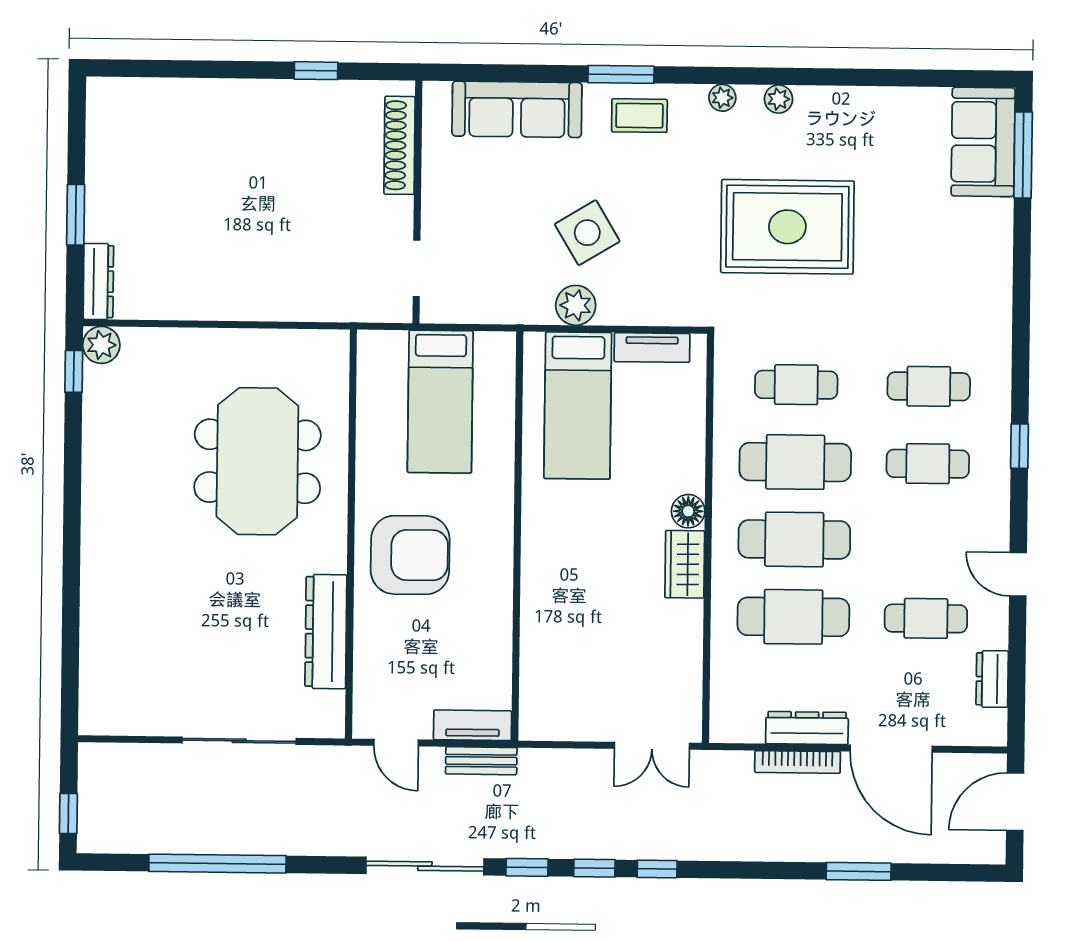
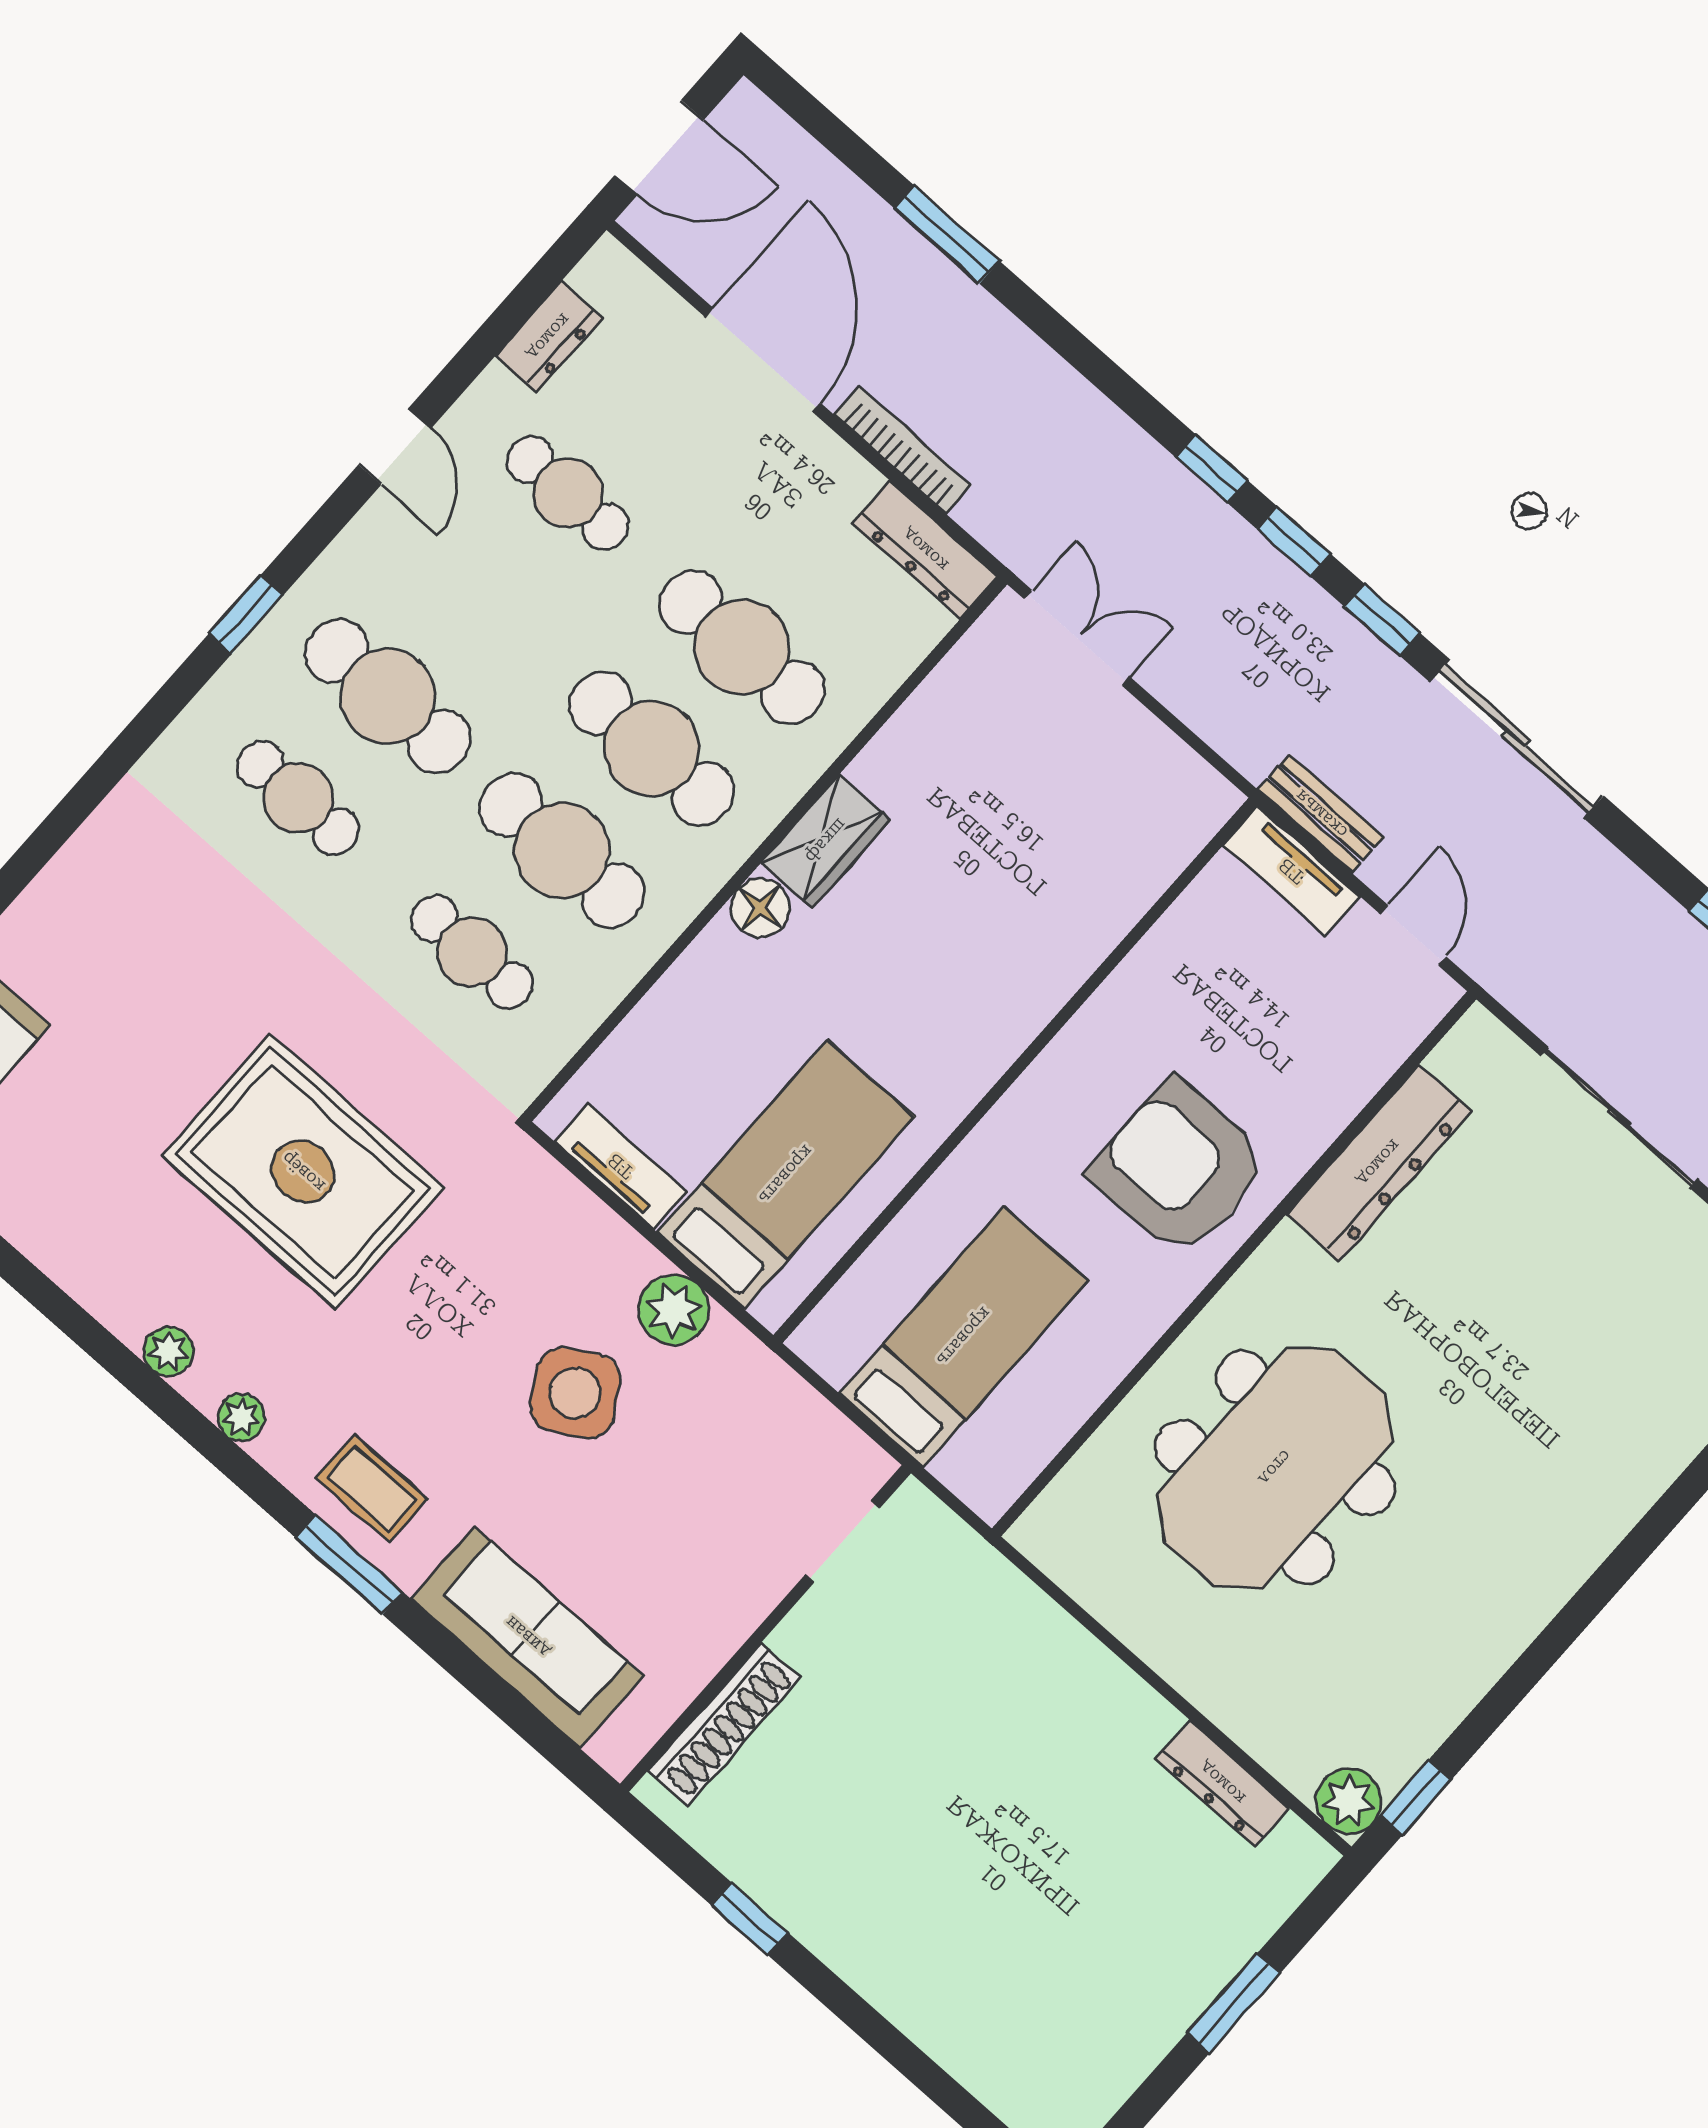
dresser: (98, 281) -> (1222, 1783), moved, turned -90
cafe table: (928, 464) -> (388, 696), width x1.37, depth x1.35
dresser: (807, 728) -> (925, 550), moved

